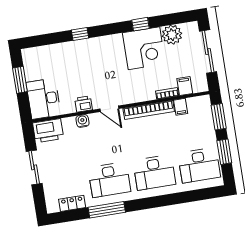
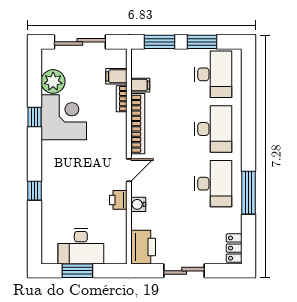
desk: (44, 99) -> (81, 246), moved
locker: (72, 203) -> (234, 248), moved

